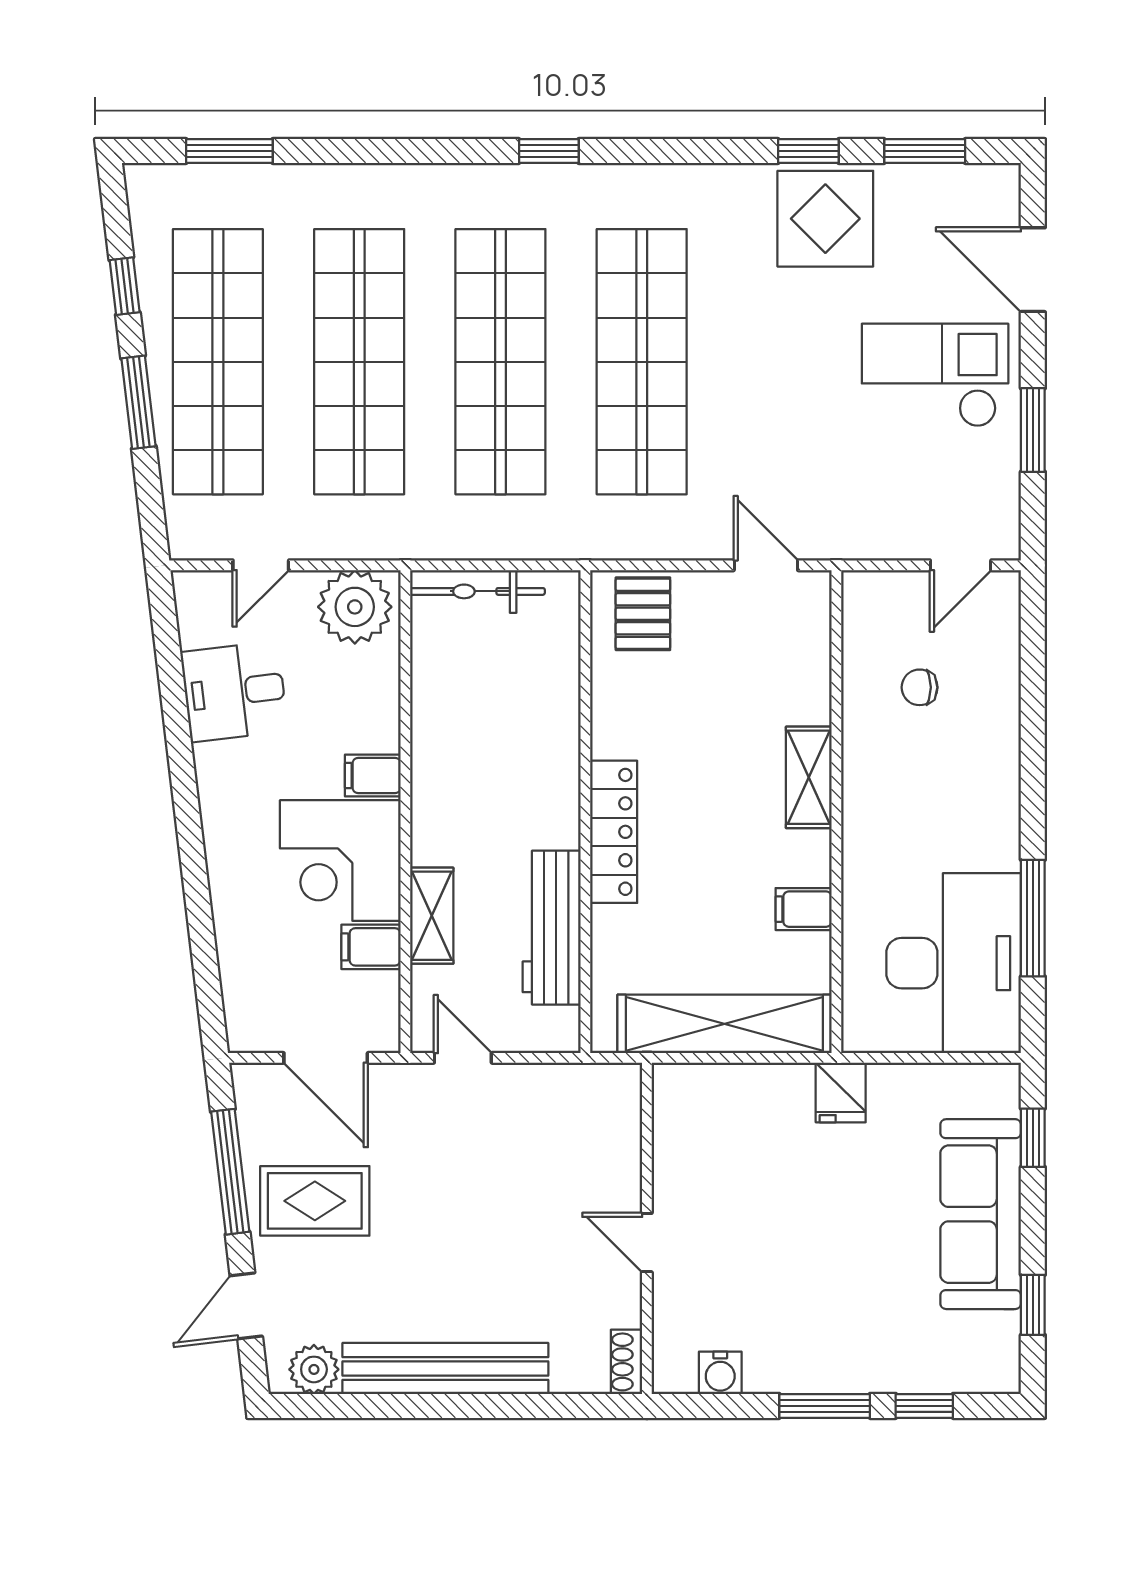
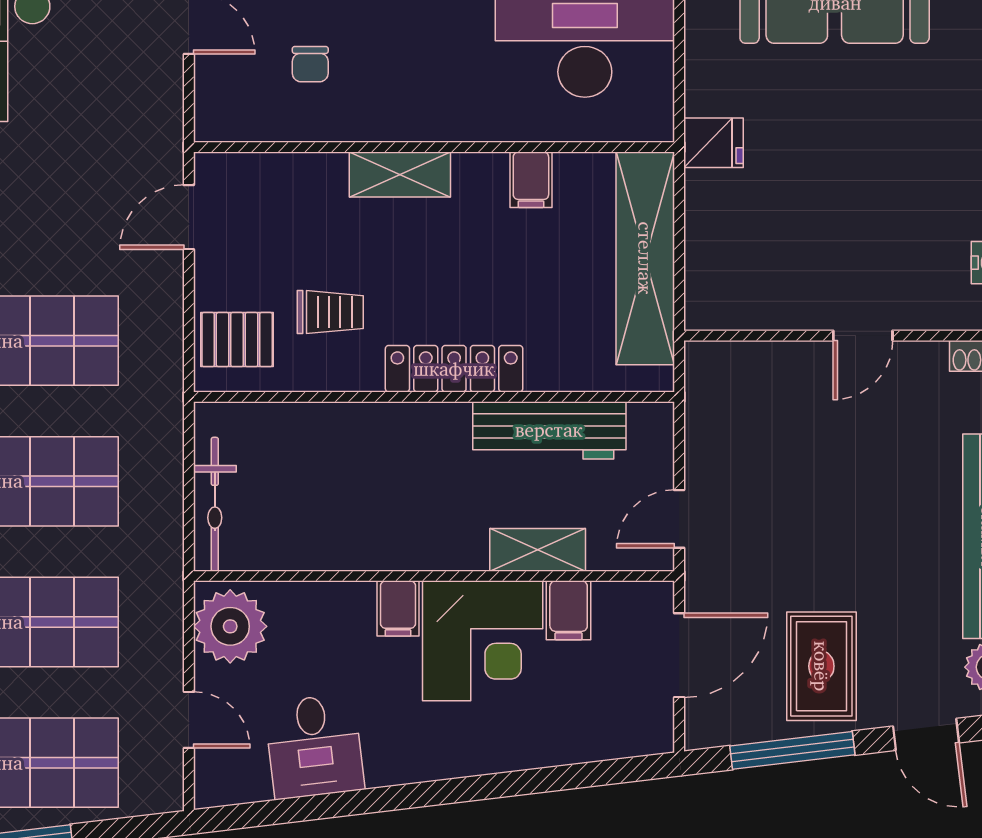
trolley: (671, 707) -> (330, 312), added

